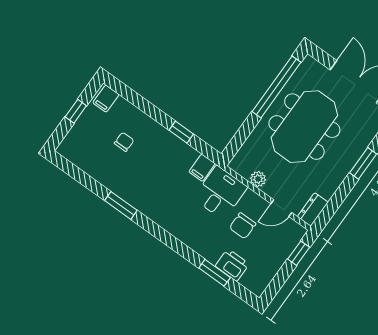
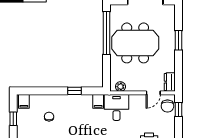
meeting table: (304, 127) -> (135, 43), turned 90
plant: (258, 179) -> (120, 87), moved
chair: (243, 226) -> (167, 106), moved

